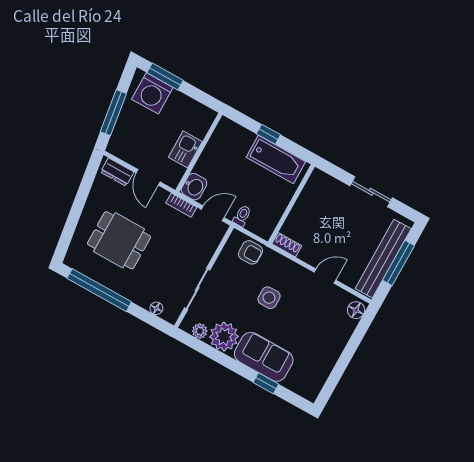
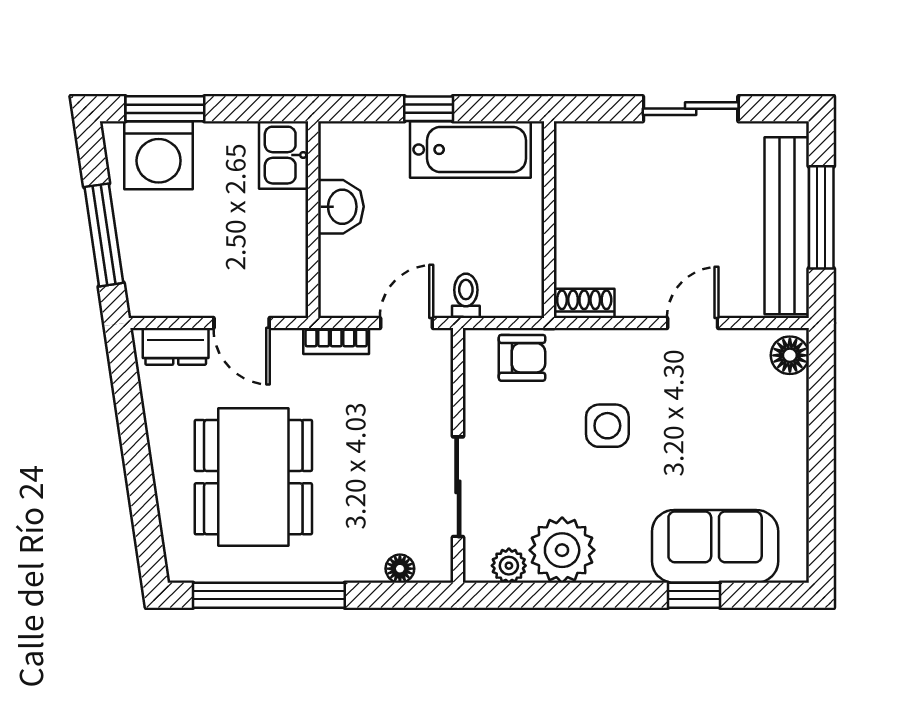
kitchen sink: (185, 149) -> (284, 155), moved
washbasin: (194, 187) -> (341, 207), moved
dining table: (119, 240) -> (253, 477), width x1.38
sofa: (264, 357) -> (715, 546), moved

